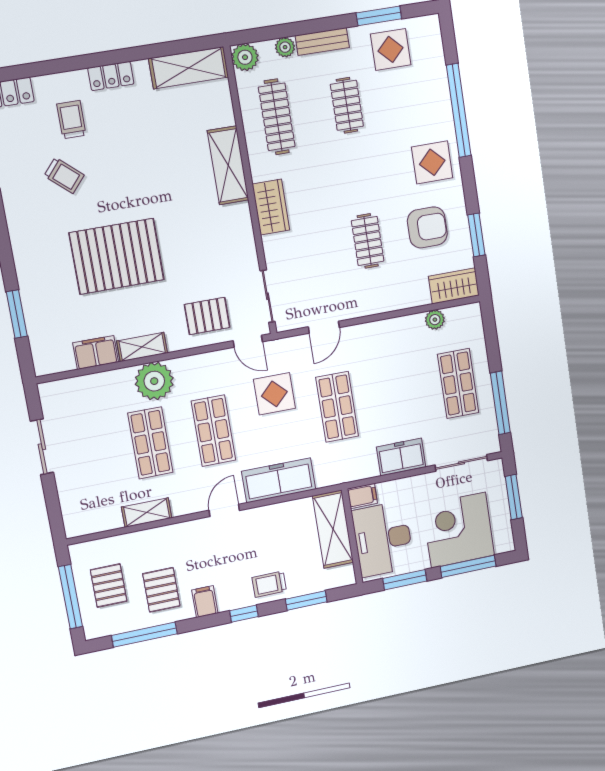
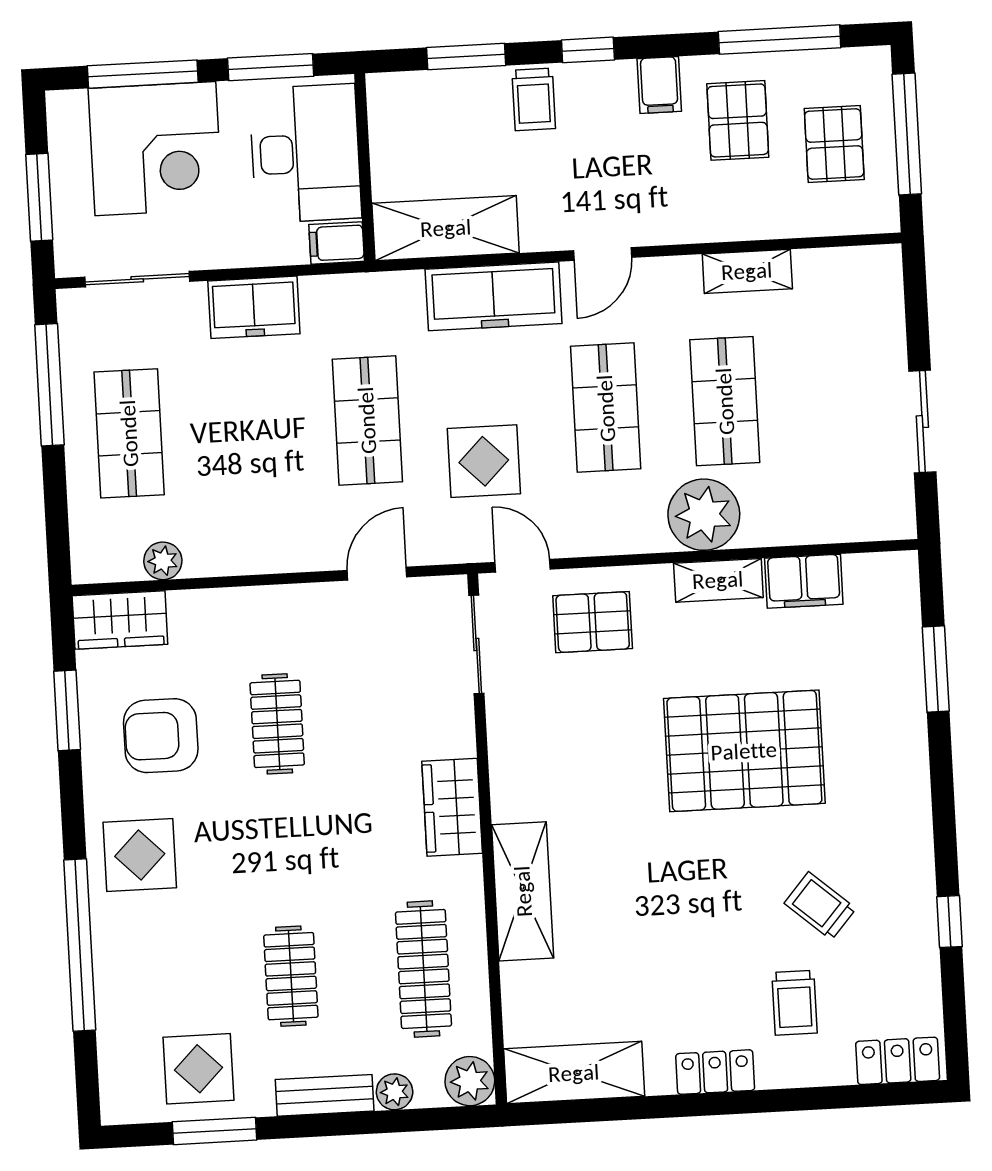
shelving: (333, 529) -> (446, 228), moved, turned 90
trolley: (269, 584) -> (534, 99), turned 90

